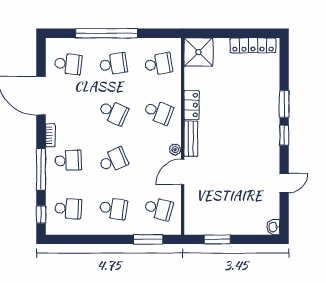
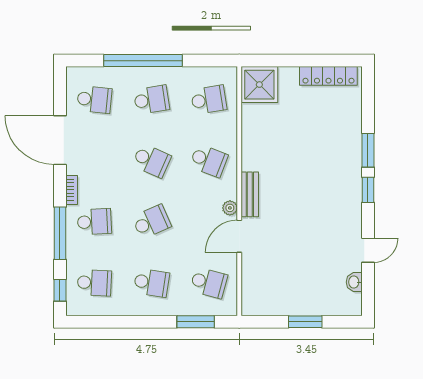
locker: (192, 105) -> (251, 152), removed
washbasin: (273, 227) -> (354, 282), moved
window: (217, 239) -> (305, 322), moved

